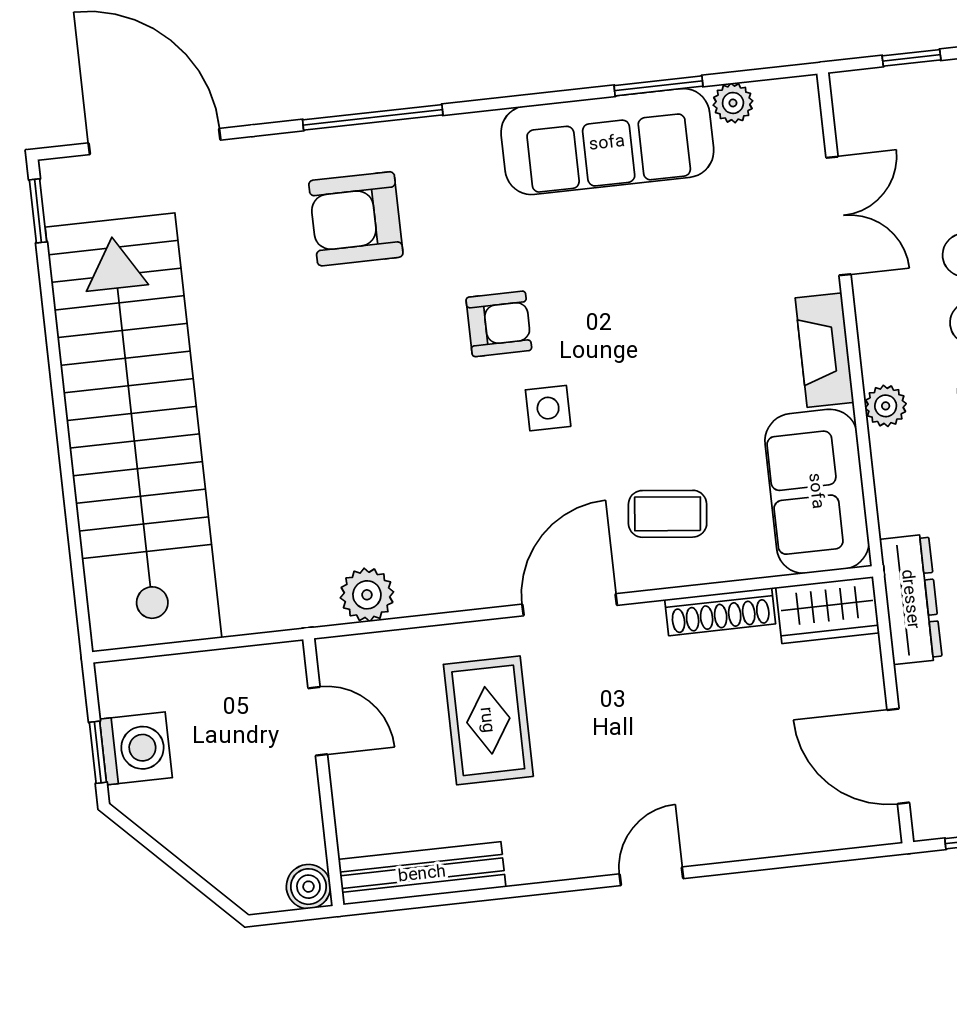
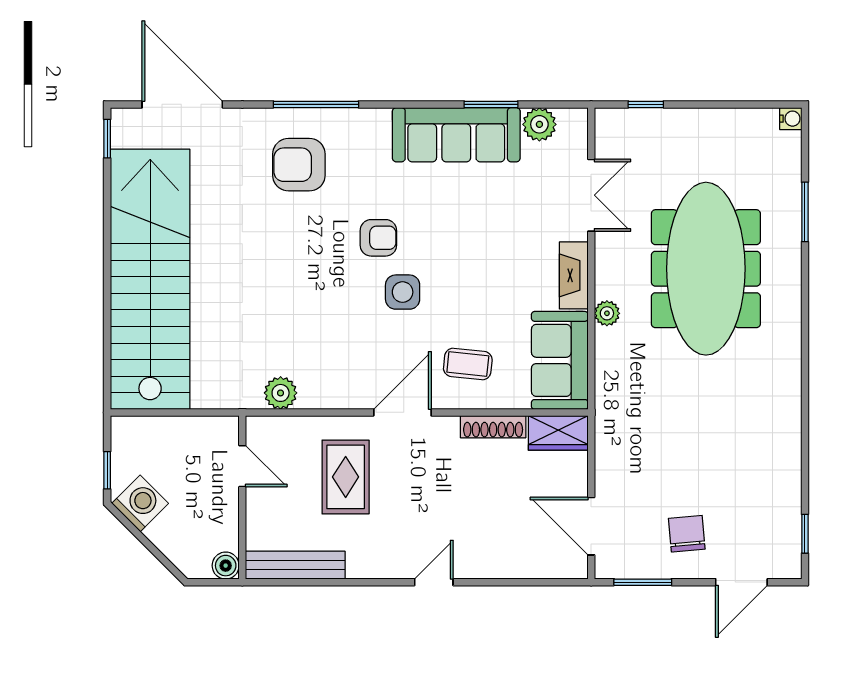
plant: (733, 103) -> (539, 124), width x1.38, depth x1.38
side table: (548, 408) -> (403, 292), width x1.37, depth x1.37
dresser: (911, 599) -> (609, 432), removed
washing machine: (136, 748) -> (140, 503), moved, turned -45

